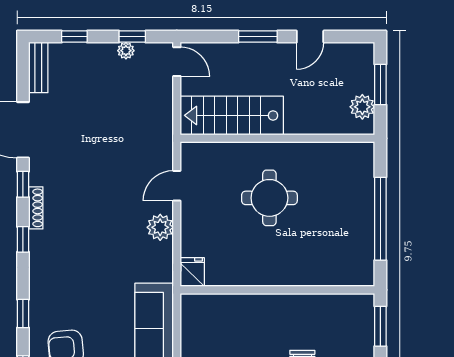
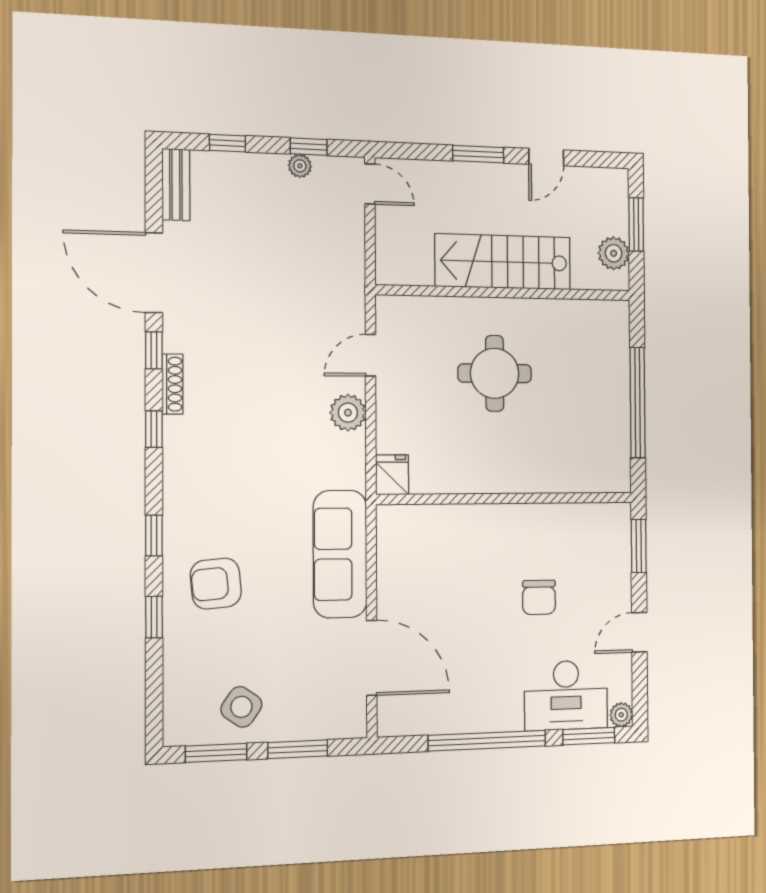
stairs: (232, 115) -> (503, 262), moved

